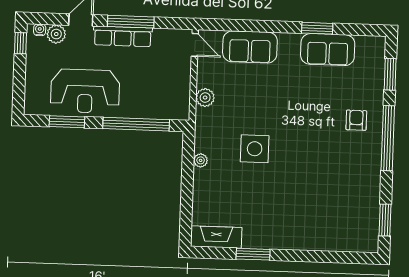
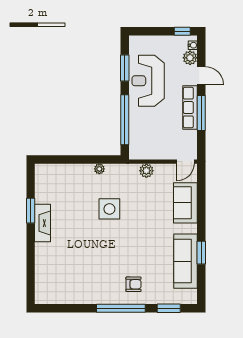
sofa: (328, 50) -> (186, 261), width x1.36
window: (385, 220) -> (60, 308), removed
fireplace: (216, 237) -> (42, 223), moved

